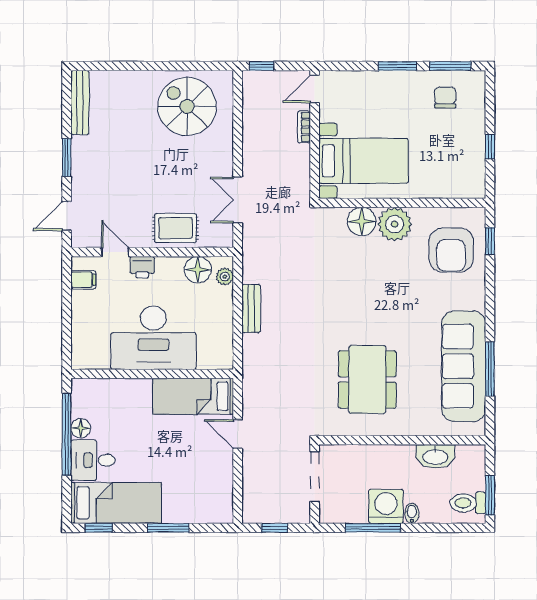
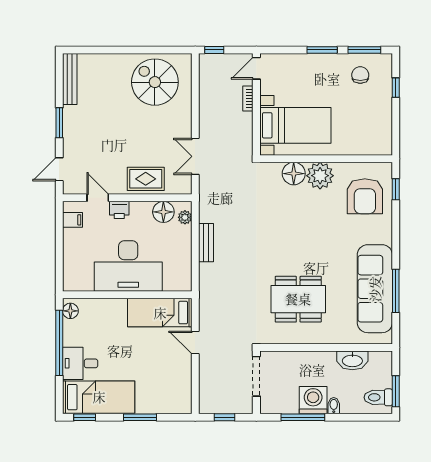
window: (490, 147) -> (396, 88), moved
dining table: (367, 379) -> (298, 299), turned 90
floor lamp: (81, 428) -> (70, 311), moved

